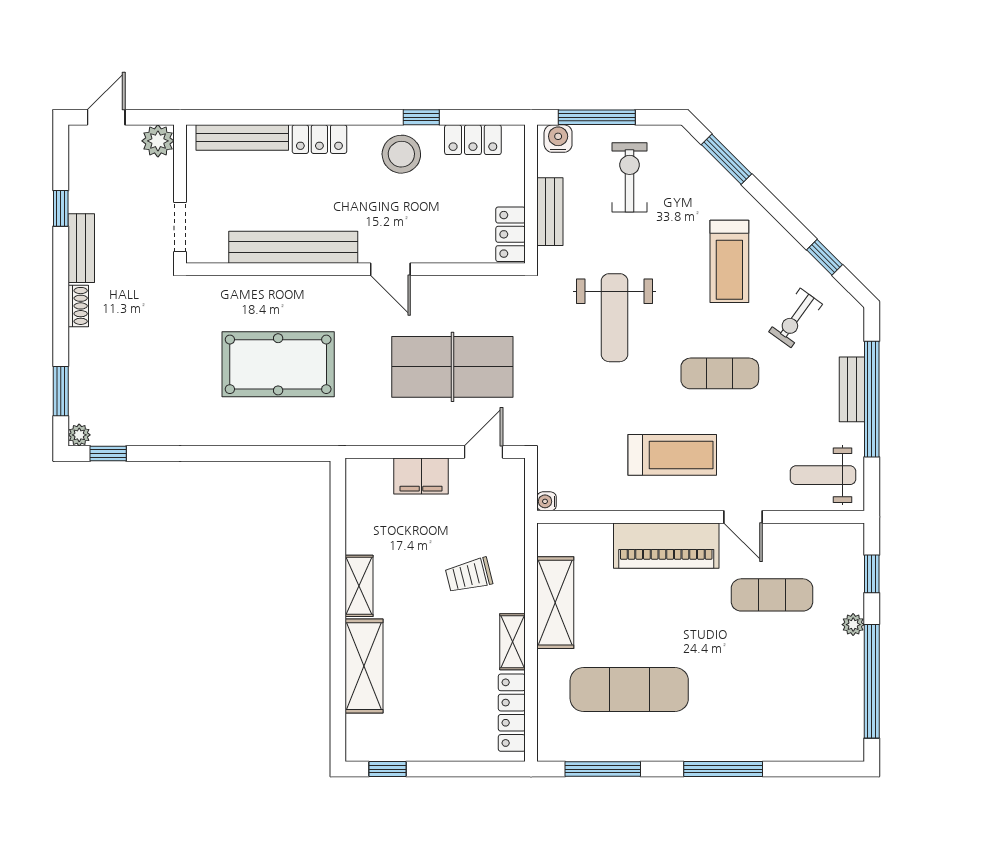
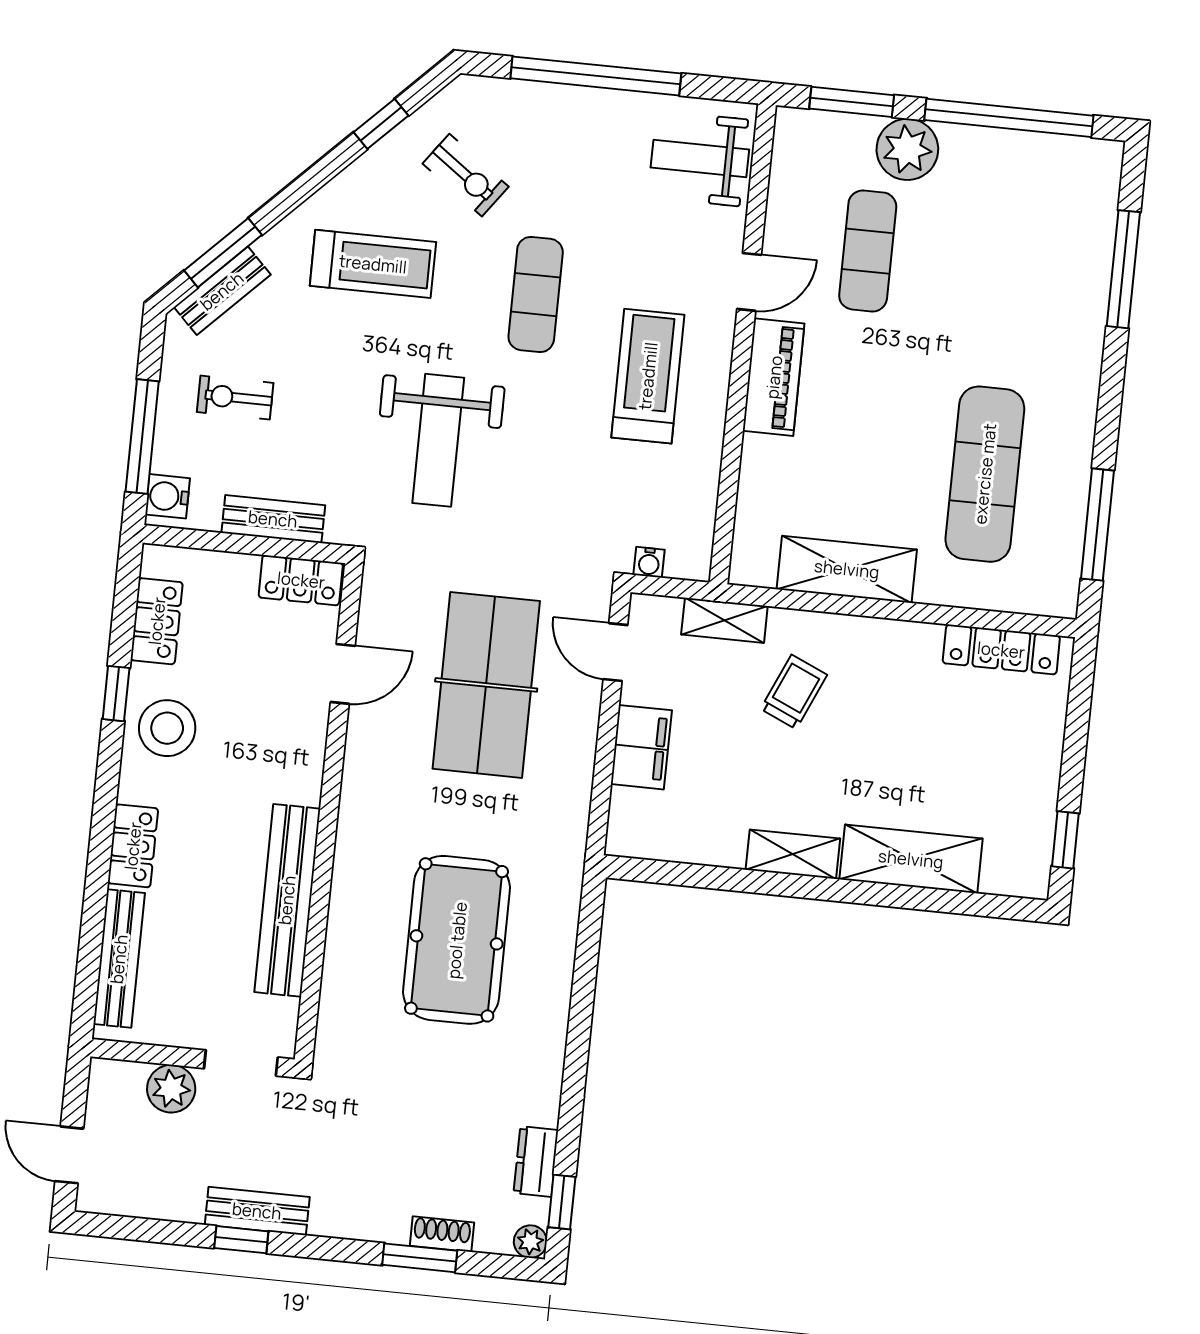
plant: (158, 141) -> (171, 1089), moved
exercise bike: (630, 177) -> (235, 397), width x0.73, depth x0.72
window: (61, 208) -> (241, 1240), moved
door: (390, 269) -> (343, 674), moved
shoe rack: (78, 306) -> (442, 1234), moved
weight bench: (615, 318) -> (438, 440), turned 90
bench: (852, 389) -> (222, 291), moved, turned -45
window: (61, 391) -> (420, 1258), moved
dresser: (134, 433) -> (536, 1162), added
weight bench: (823, 475) -> (700, 158), turned 90
water cooler: (547, 501) -> (649, 562), moved
piano: (666, 546) -> (774, 377), width x0.73, depth x0.75
window: (872, 574) -> (852, 102), width x1.50
trolley: (469, 575) -> (794, 692), turned -142
plant: (853, 625) -> (907, 149), width x1.88, depth x1.88
shelving: (512, 642) -> (724, 620), moved
window: (723, 769) -> (1123, 269), moved

